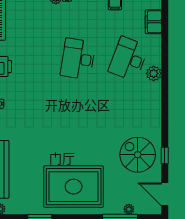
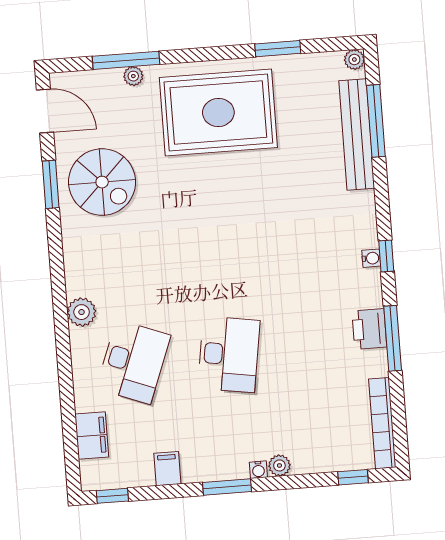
plant: (154, 73) -> (82, 312), moved
window: (165, 155) -> (51, 184), width x1.50
plant: (129, 209) -> (133, 76), moved

